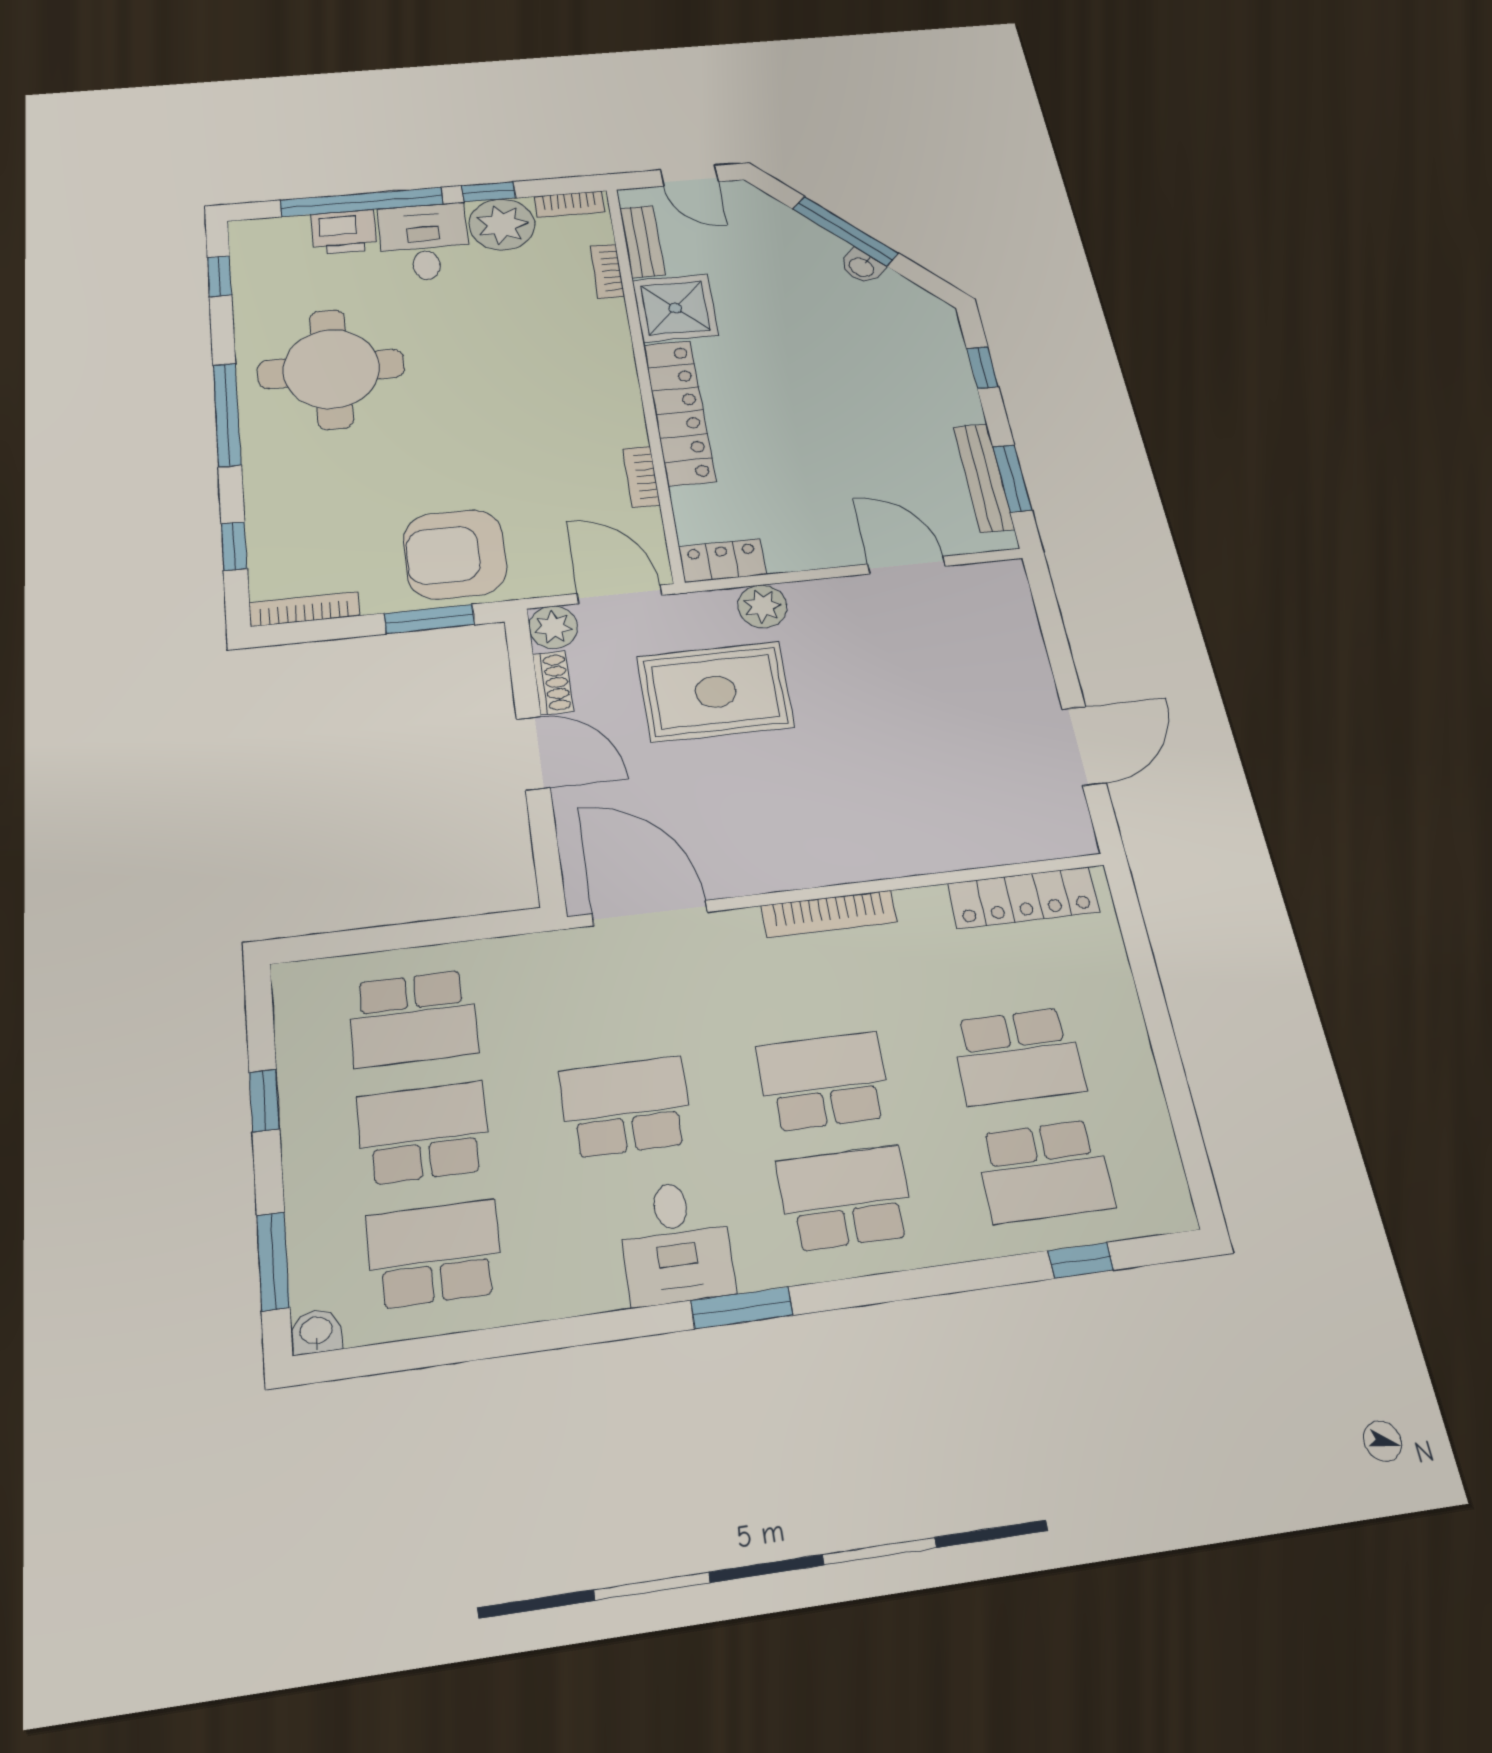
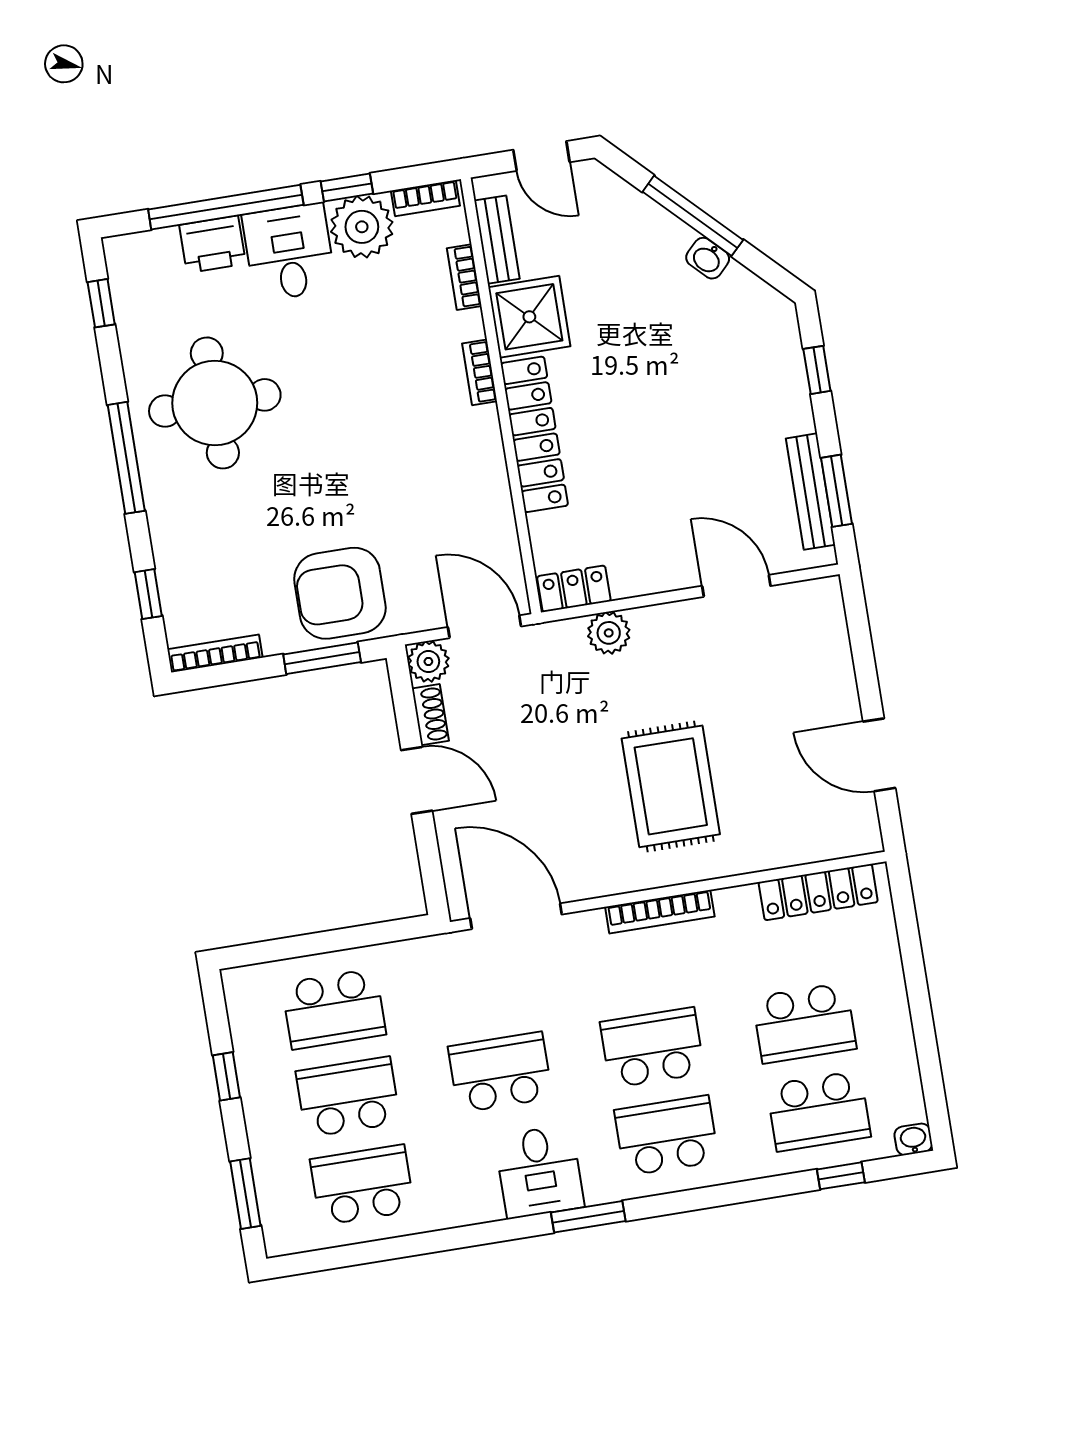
bookcase: (641, 477) -> (480, 372), moved
rug: (715, 692) -> (671, 786), moved, turned 90
door: (1084, 746) -> (879, 755), swing flipped
washbasin: (316, 1332) -> (913, 1139), moved

